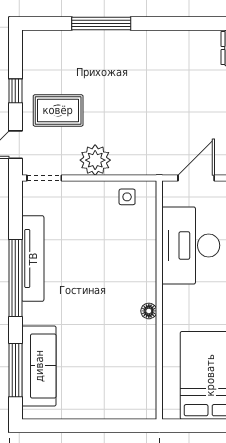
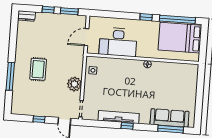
rug: (58, 110) -> (38, 69), moved
door: (196, 178) -> (86, 37), hinge flipped
window: (15, 278) -> (127, 126), width x0.32

